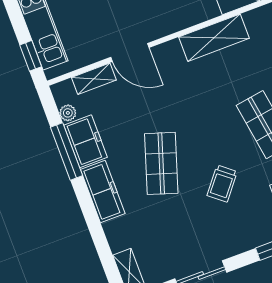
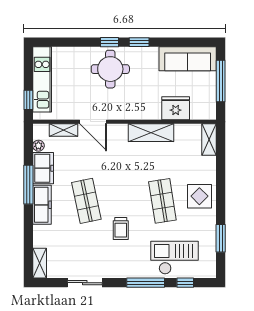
window: (67, 151) -> (28, 185), moved
shop shelf: (161, 163) -> (86, 201), turned -30
trolley: (222, 184) -> (121, 229), turned -39

